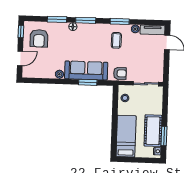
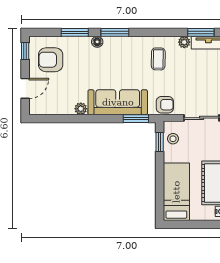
window: (120, 21) -> (201, 32), moved
armchair: (39, 38) -> (51, 60), turned 90
window: (88, 82) -> (136, 119), moved
window: (115, 100) -> (160, 142), added

